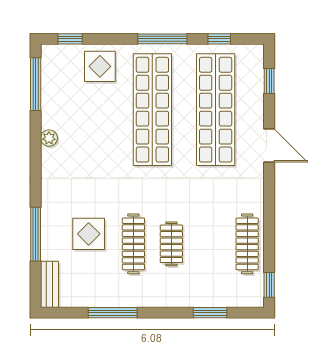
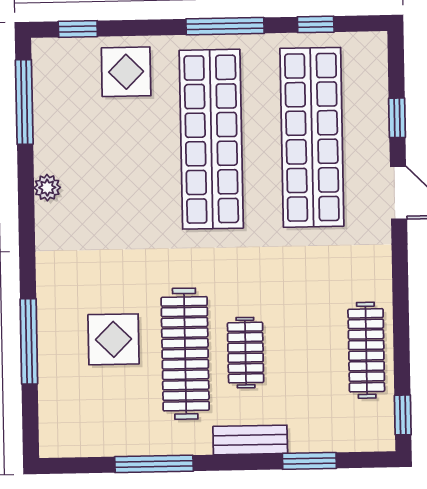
window: (269, 81) -> (397, 118), moved
clothes rail: (133, 244) -> (185, 354), width x1.37, depth x1.31
bench: (49, 284) -> (250, 440), moved, turned 90

